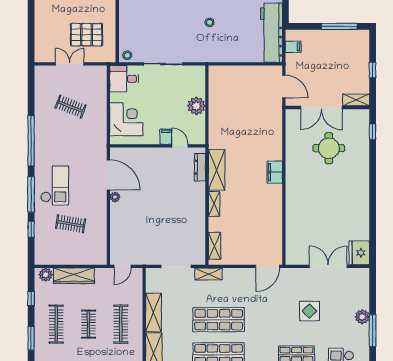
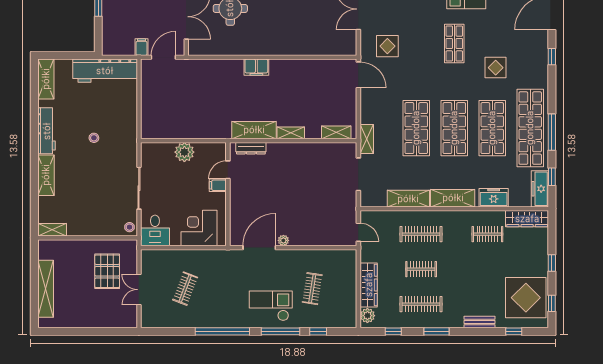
filing cabinet: (293, 47) -> (141, 47), moved
display table: (309, 311) -> (387, 46), moved

